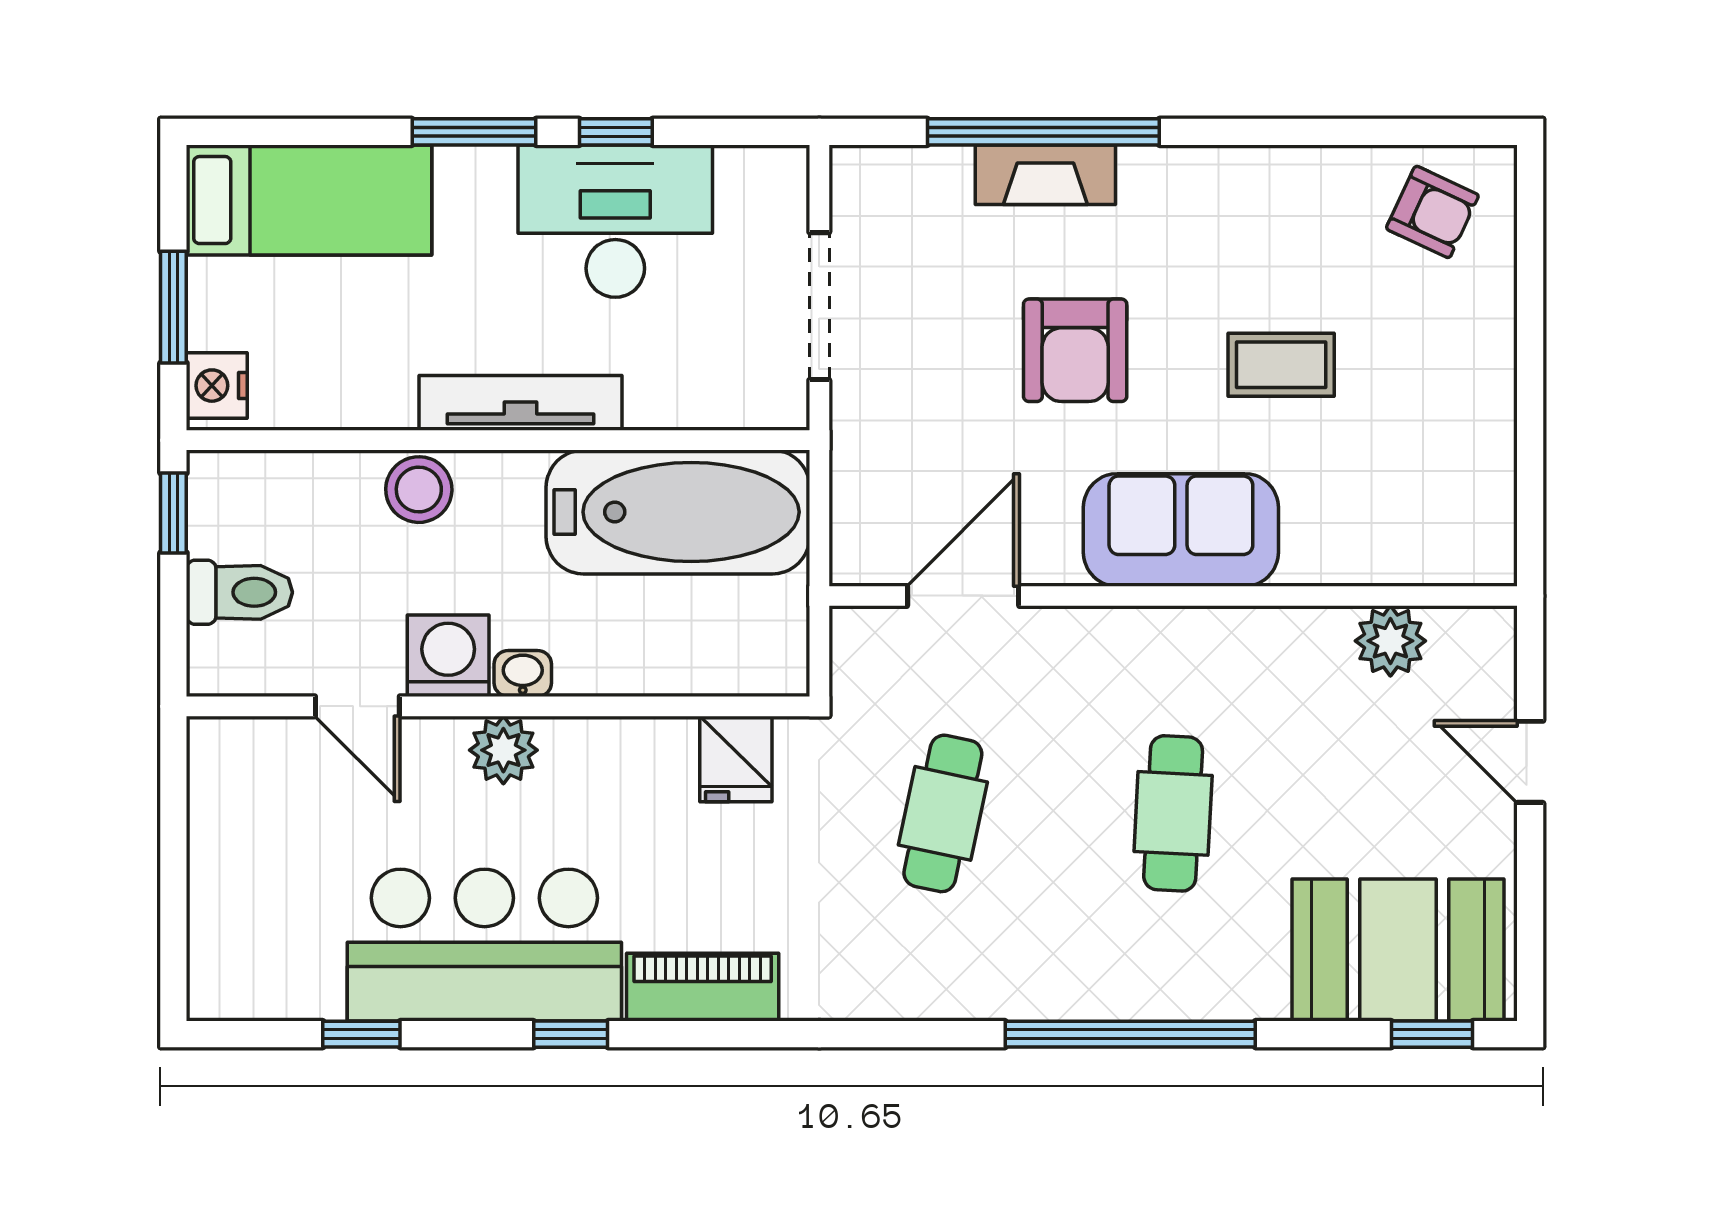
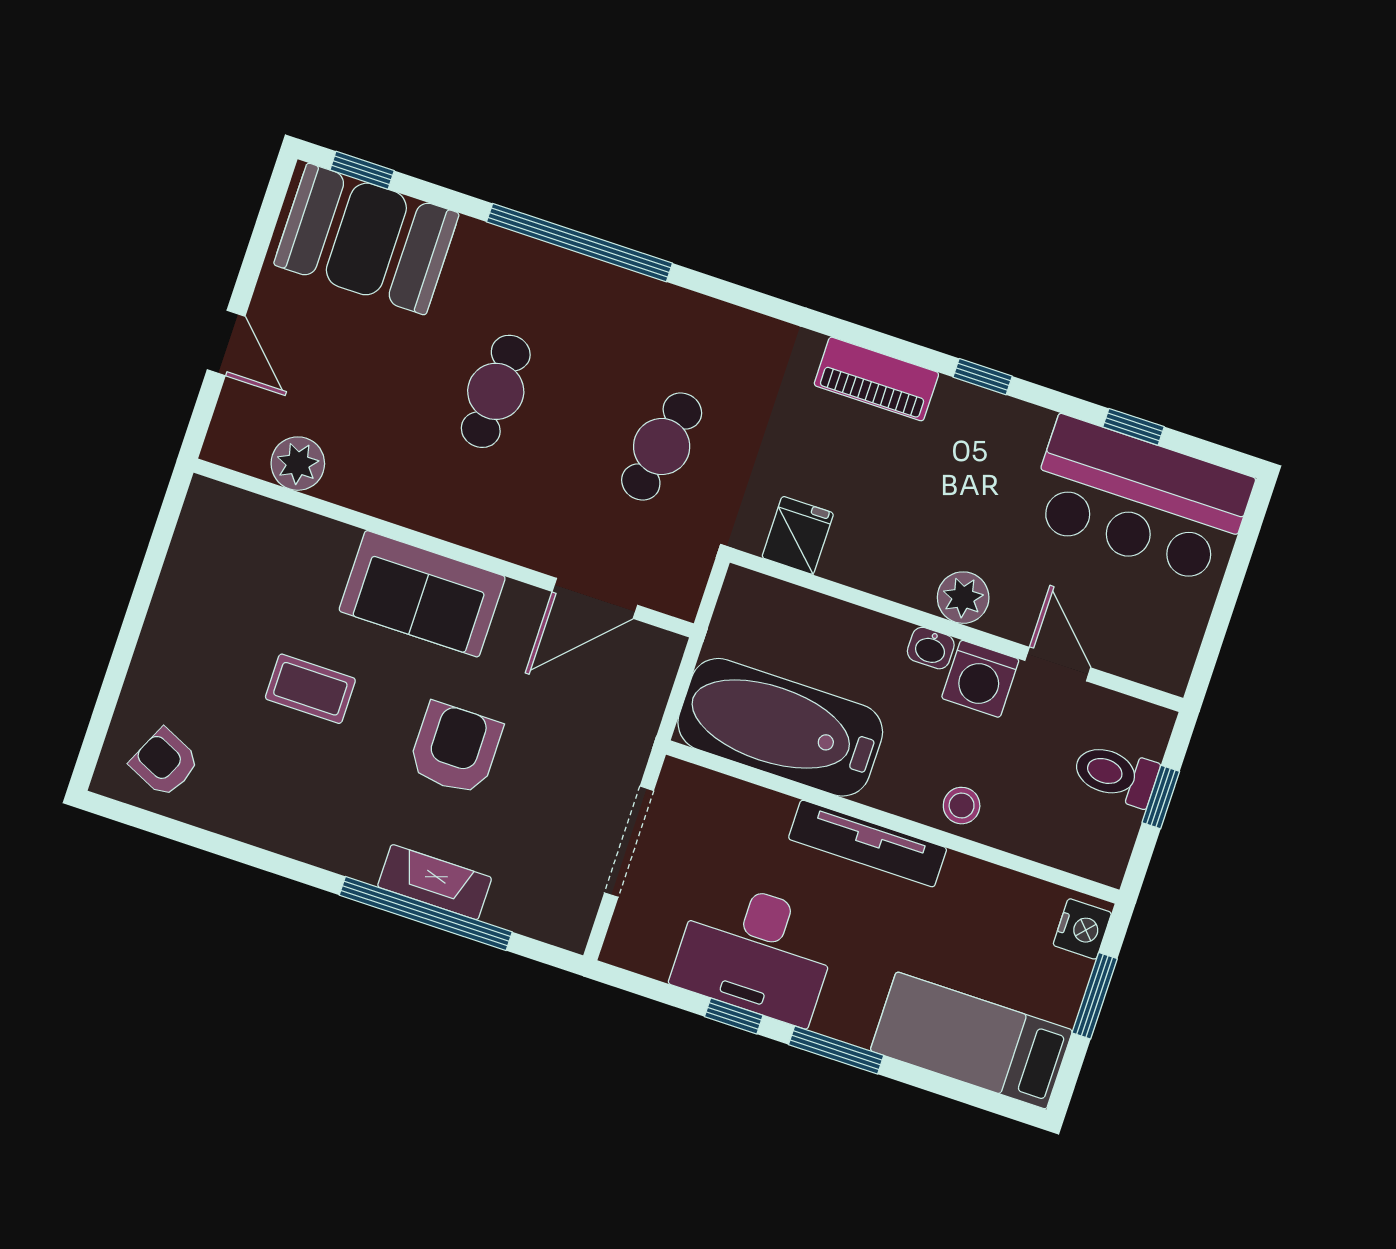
stool: (419, 490) -> (962, 806), width x0.73, depth x0.73
window: (173, 513) -> (1161, 797), moved
bar counter: (484, 945) -> (1140, 500), moved

